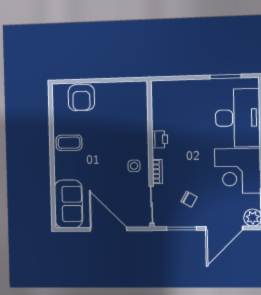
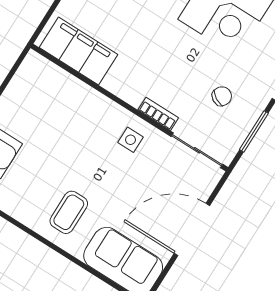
filing cabinet: (163, 107) -> (78, 51), added
printer: (160, 139) -> (118, 83), removed
coffee table: (69, 143) -> (69, 212), moved

